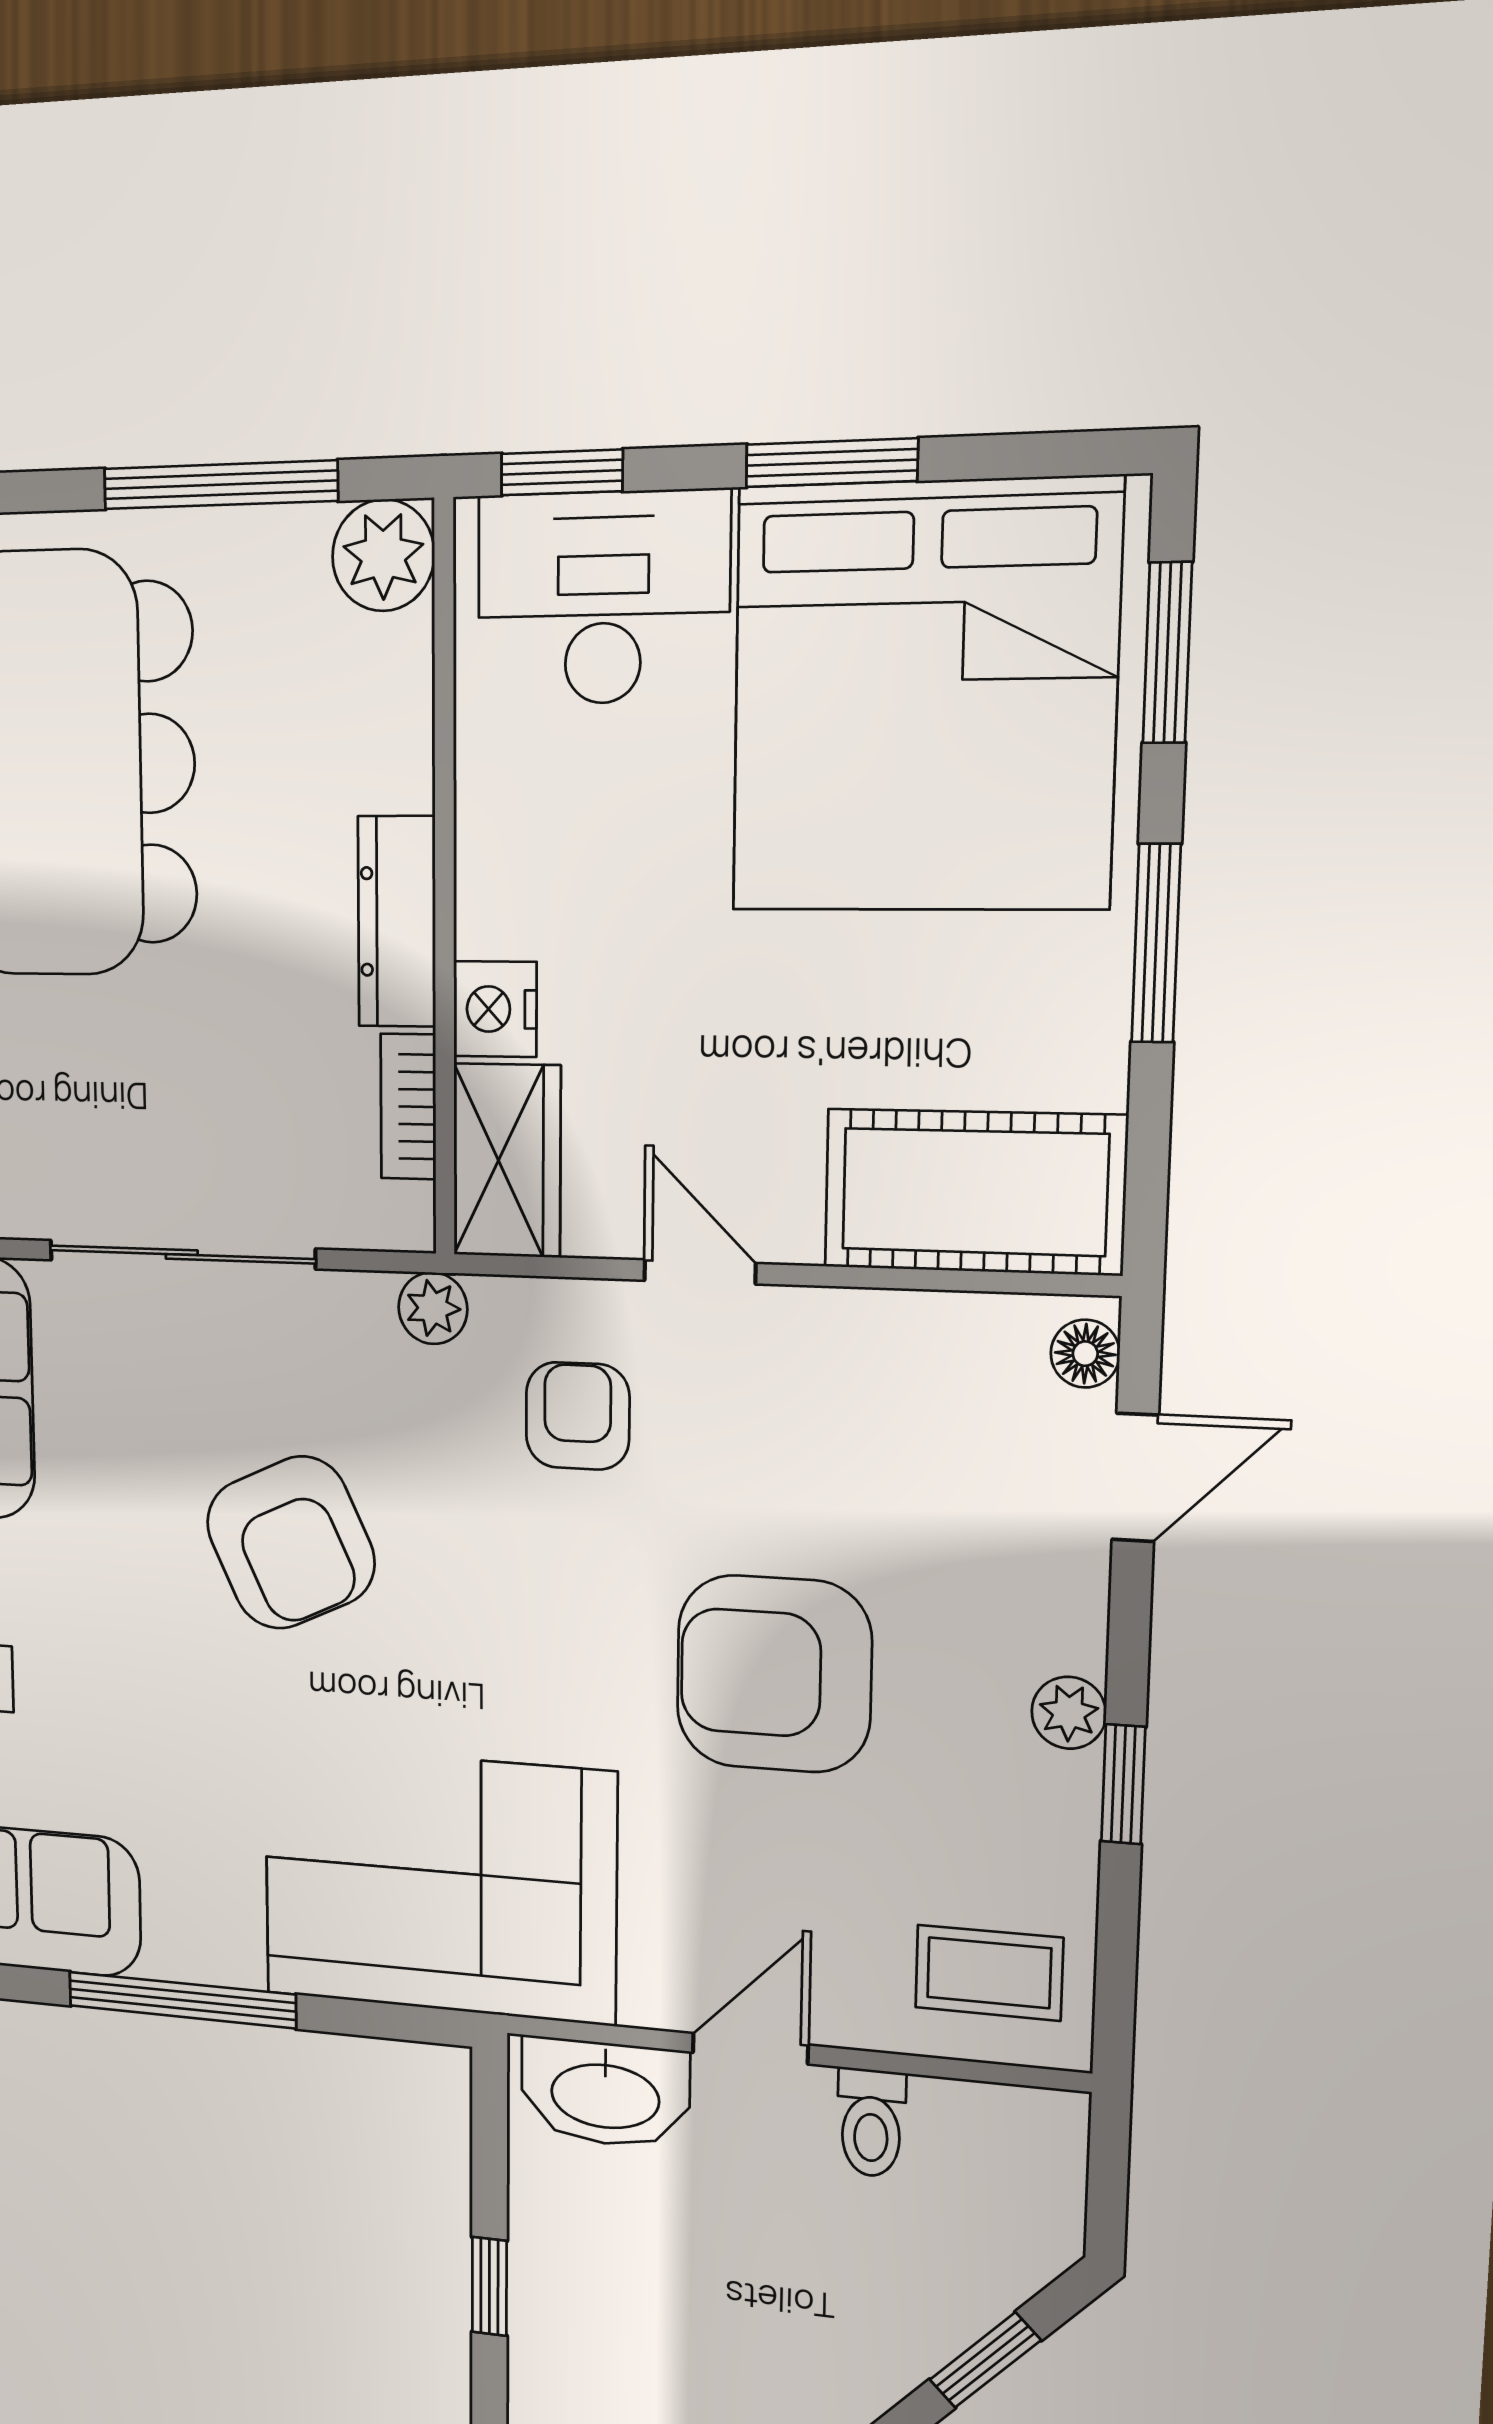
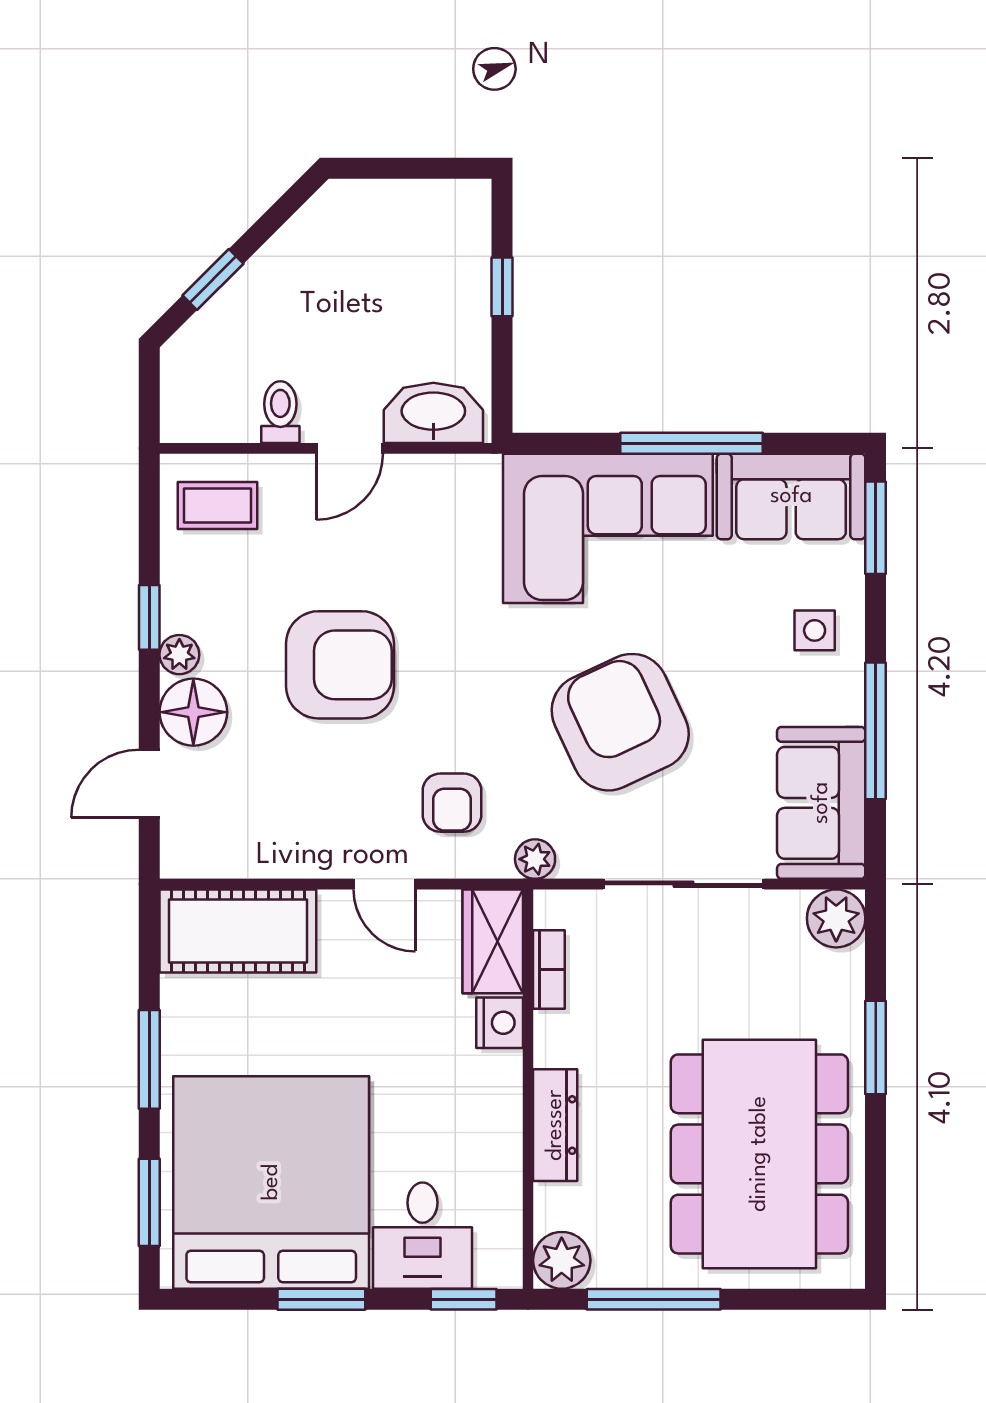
desk: (603, 598) -> (423, 1236), width x0.73
dresser: (397, 922) -> (555, 1125), moved
floor lamp: (1085, 1354) -> (193, 712), moved, width x1.89, depth x1.89
armchair: (291, 1543) -> (620, 722), width x1.36, depth x1.36
corner sofa: (439, 1884) -> (608, 528), moved

